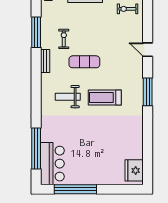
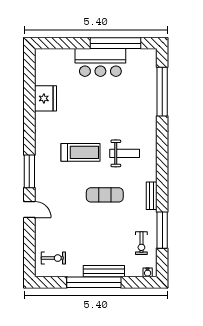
exercise bike: (64, 39) -> (141, 243), moved
window: (148, 92) -> (29, 171), moved
bar counter: (52, 164) -> (100, 62), moved, turned -90
fridge: (134, 170) -> (46, 98), moved

